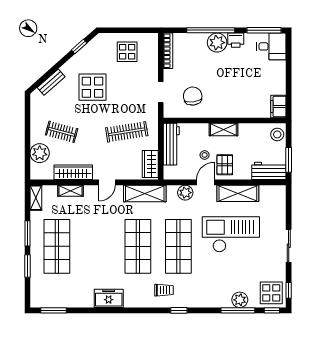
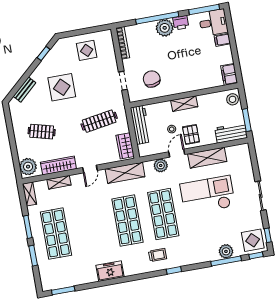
filing cabinet: (278, 67) -> (222, 40), added
plant: (40, 153) -> (28, 167), moved

